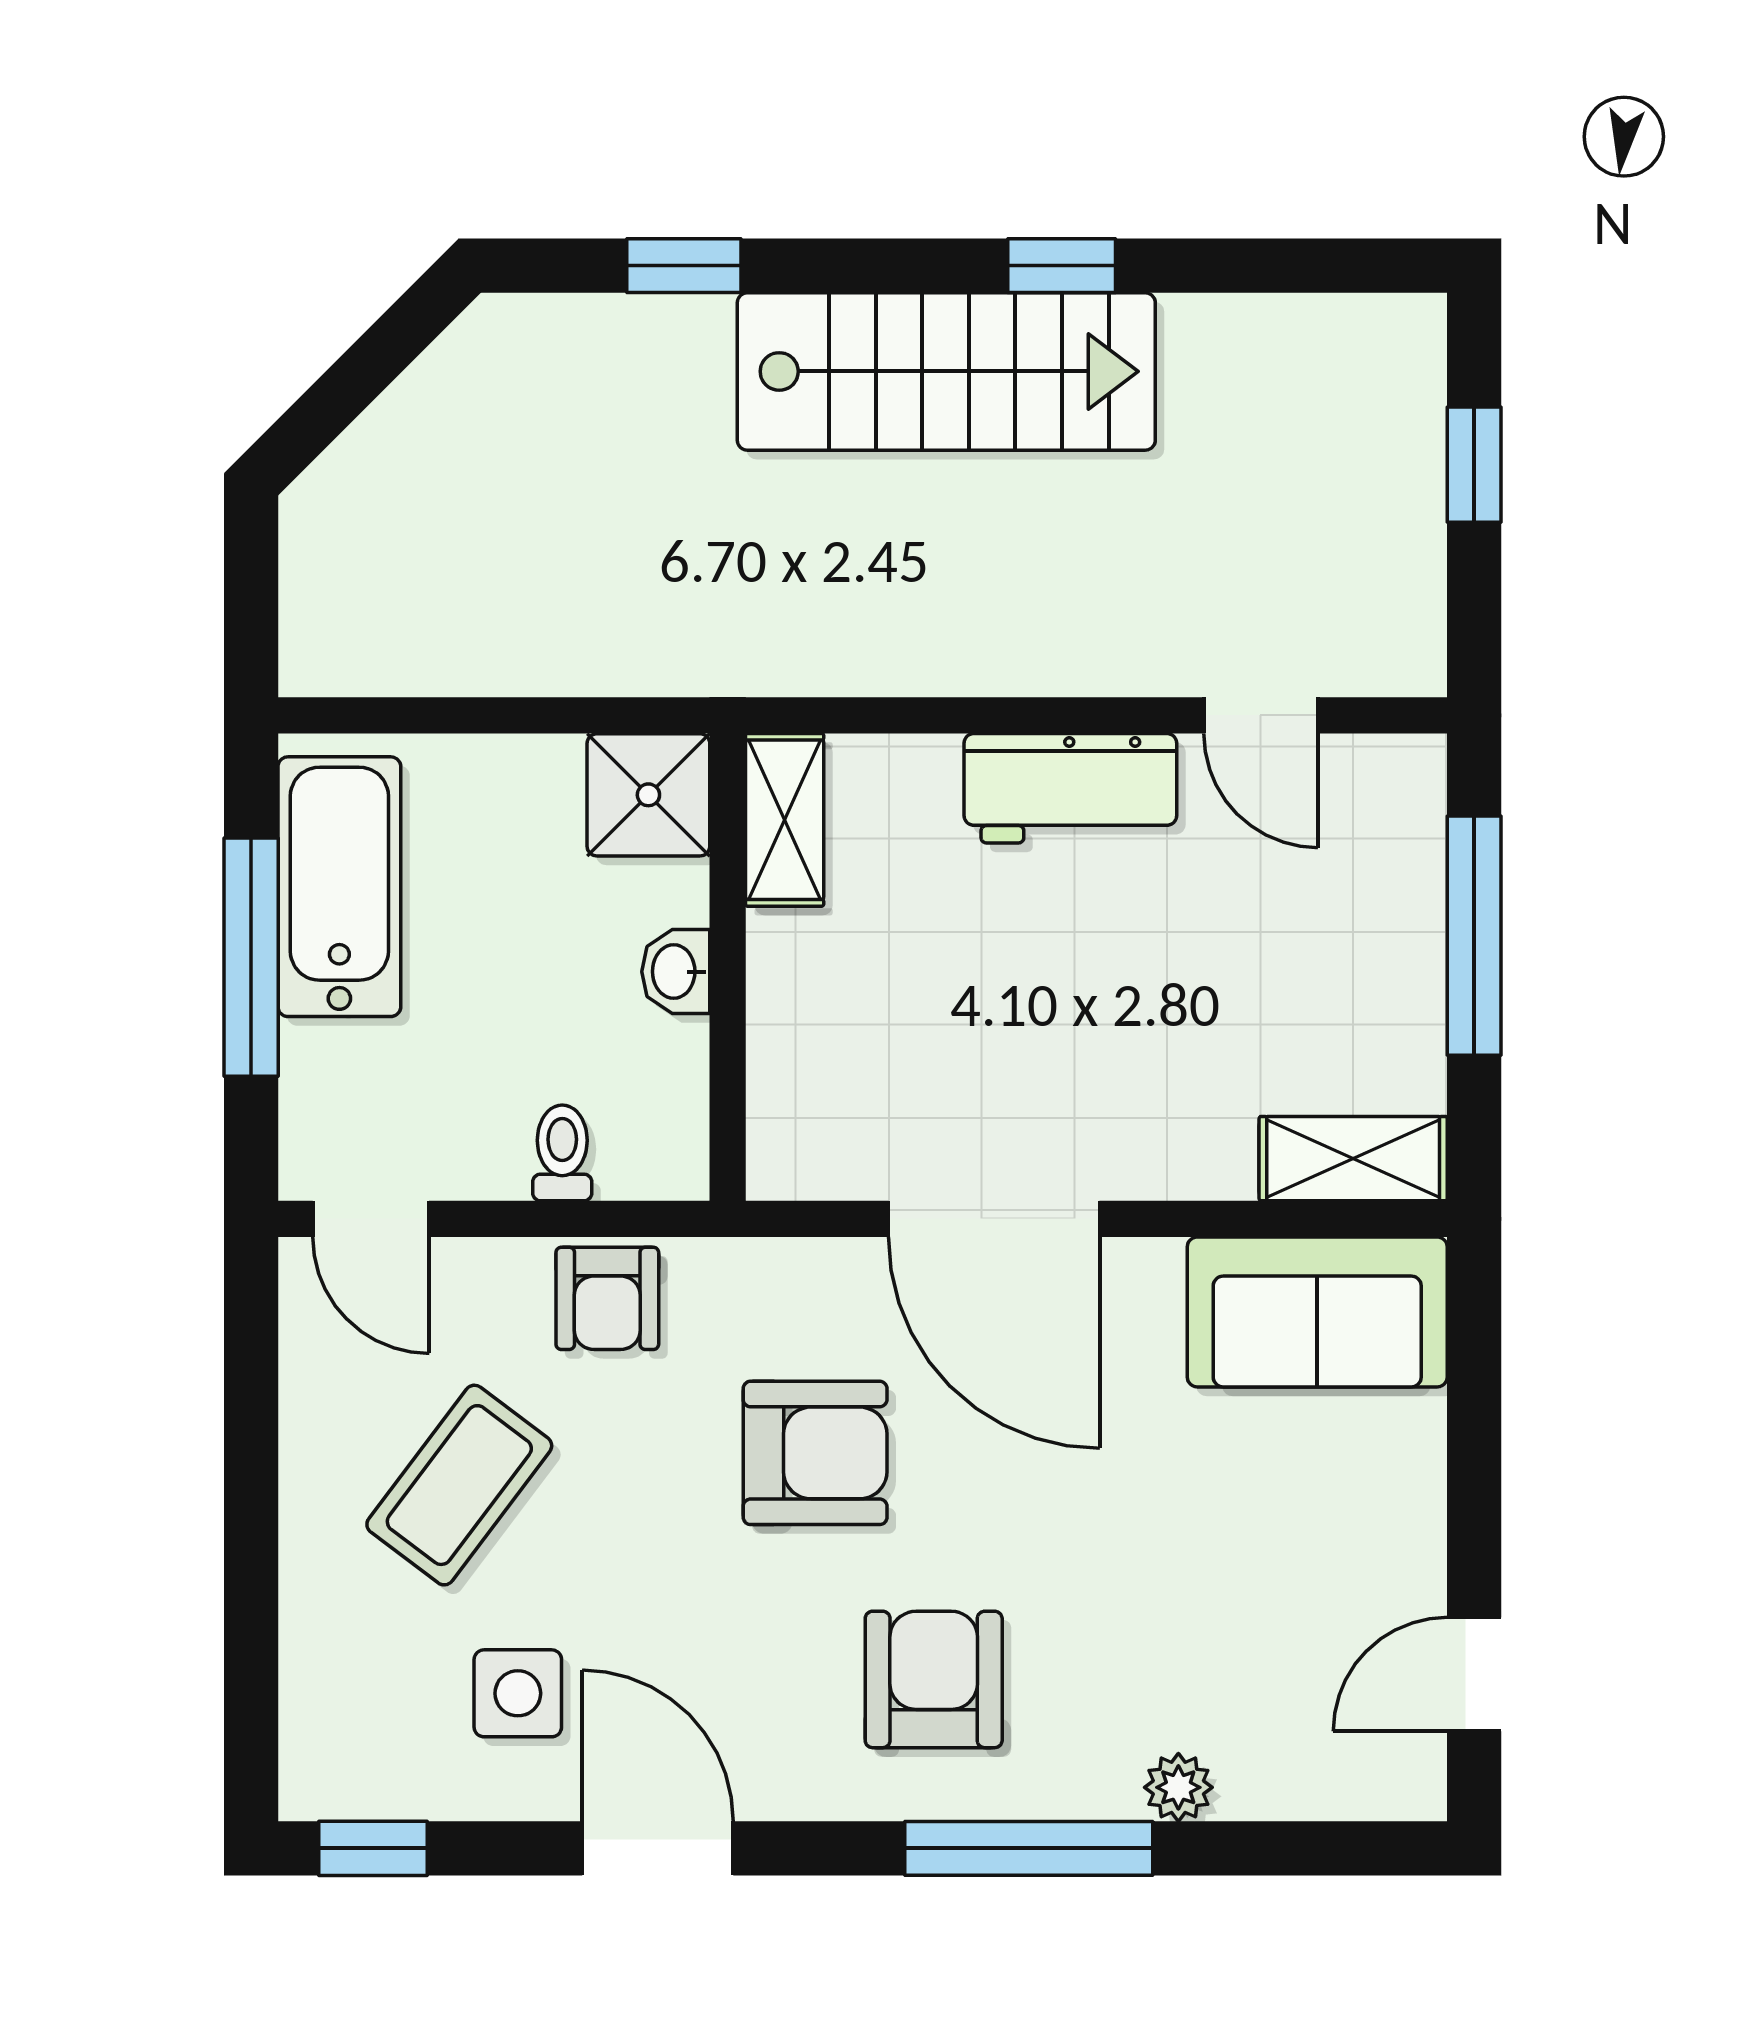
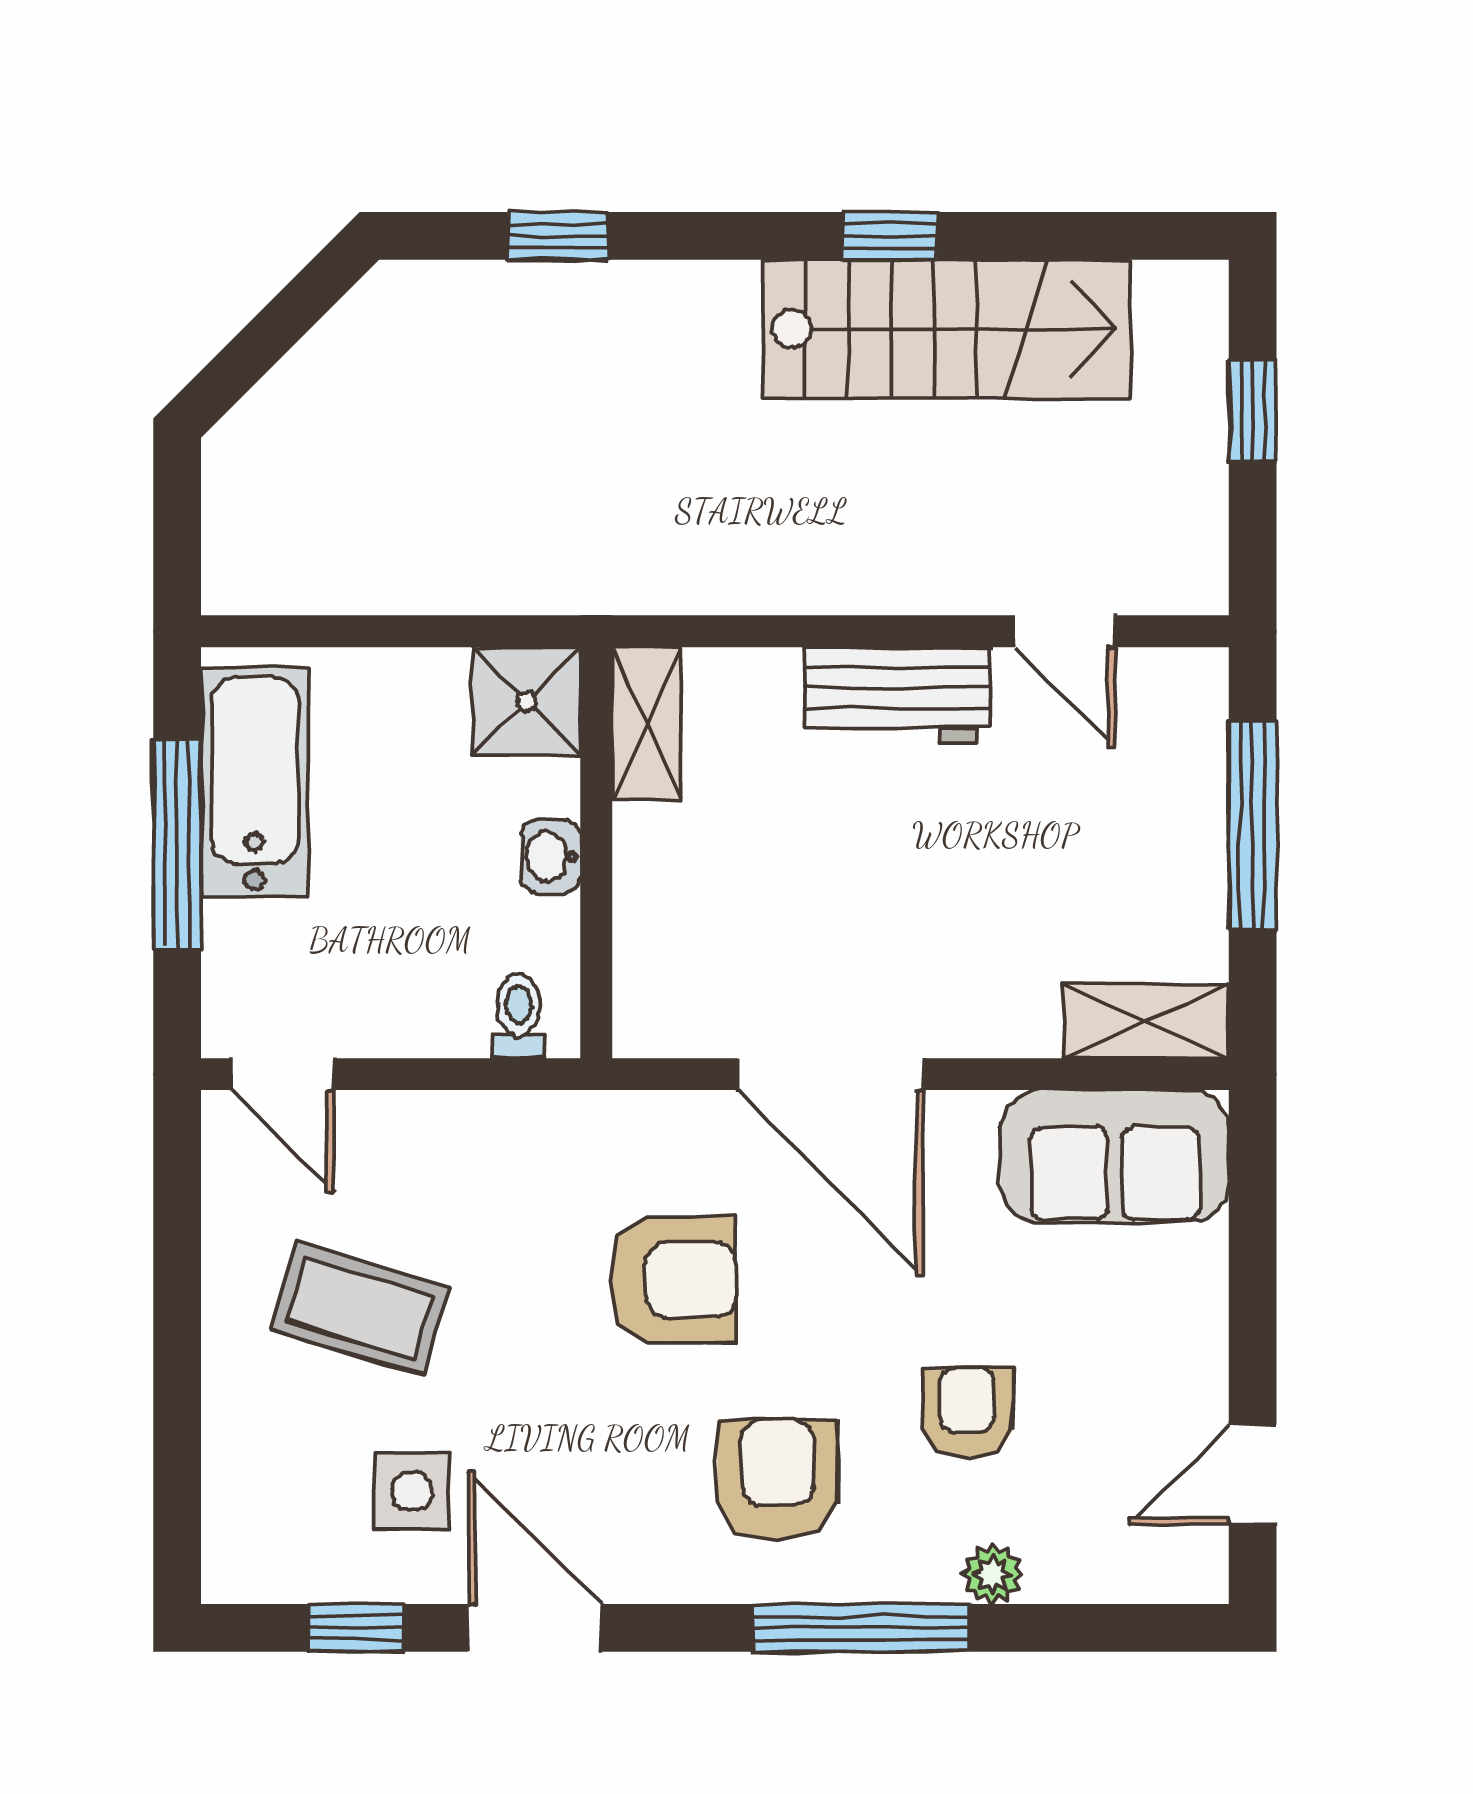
stairs: (946, 371) -> (946, 329), moved
toilet: (562, 1153) -> (519, 1016), moved
armchair: (607, 1298) -> (967, 1412), moved, turned 180
coffee table: (459, 1485) -> (360, 1308), turned 70
window: (373, 1848) -> (356, 1628), moved

